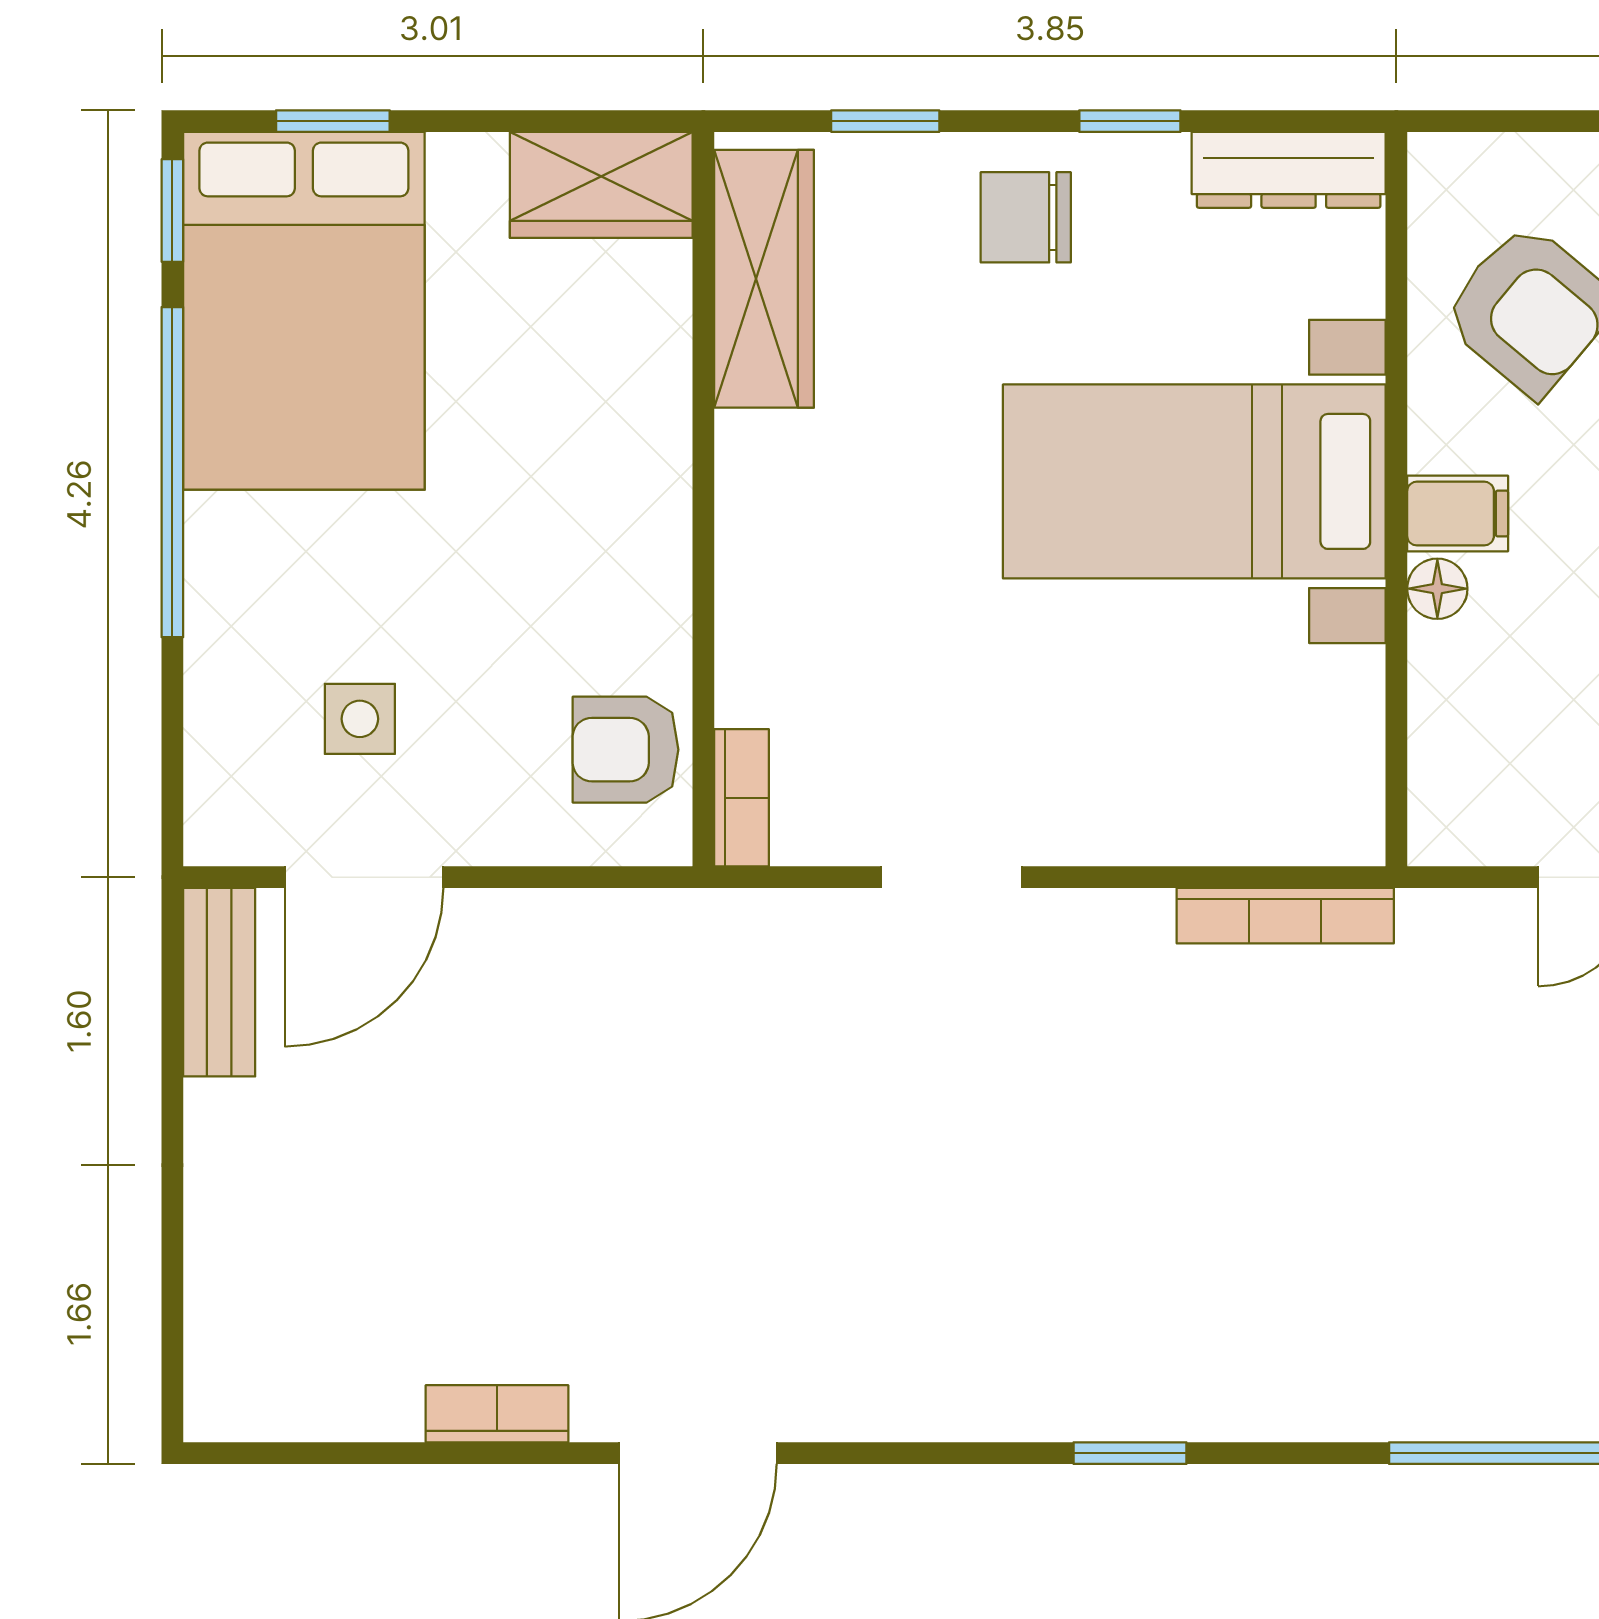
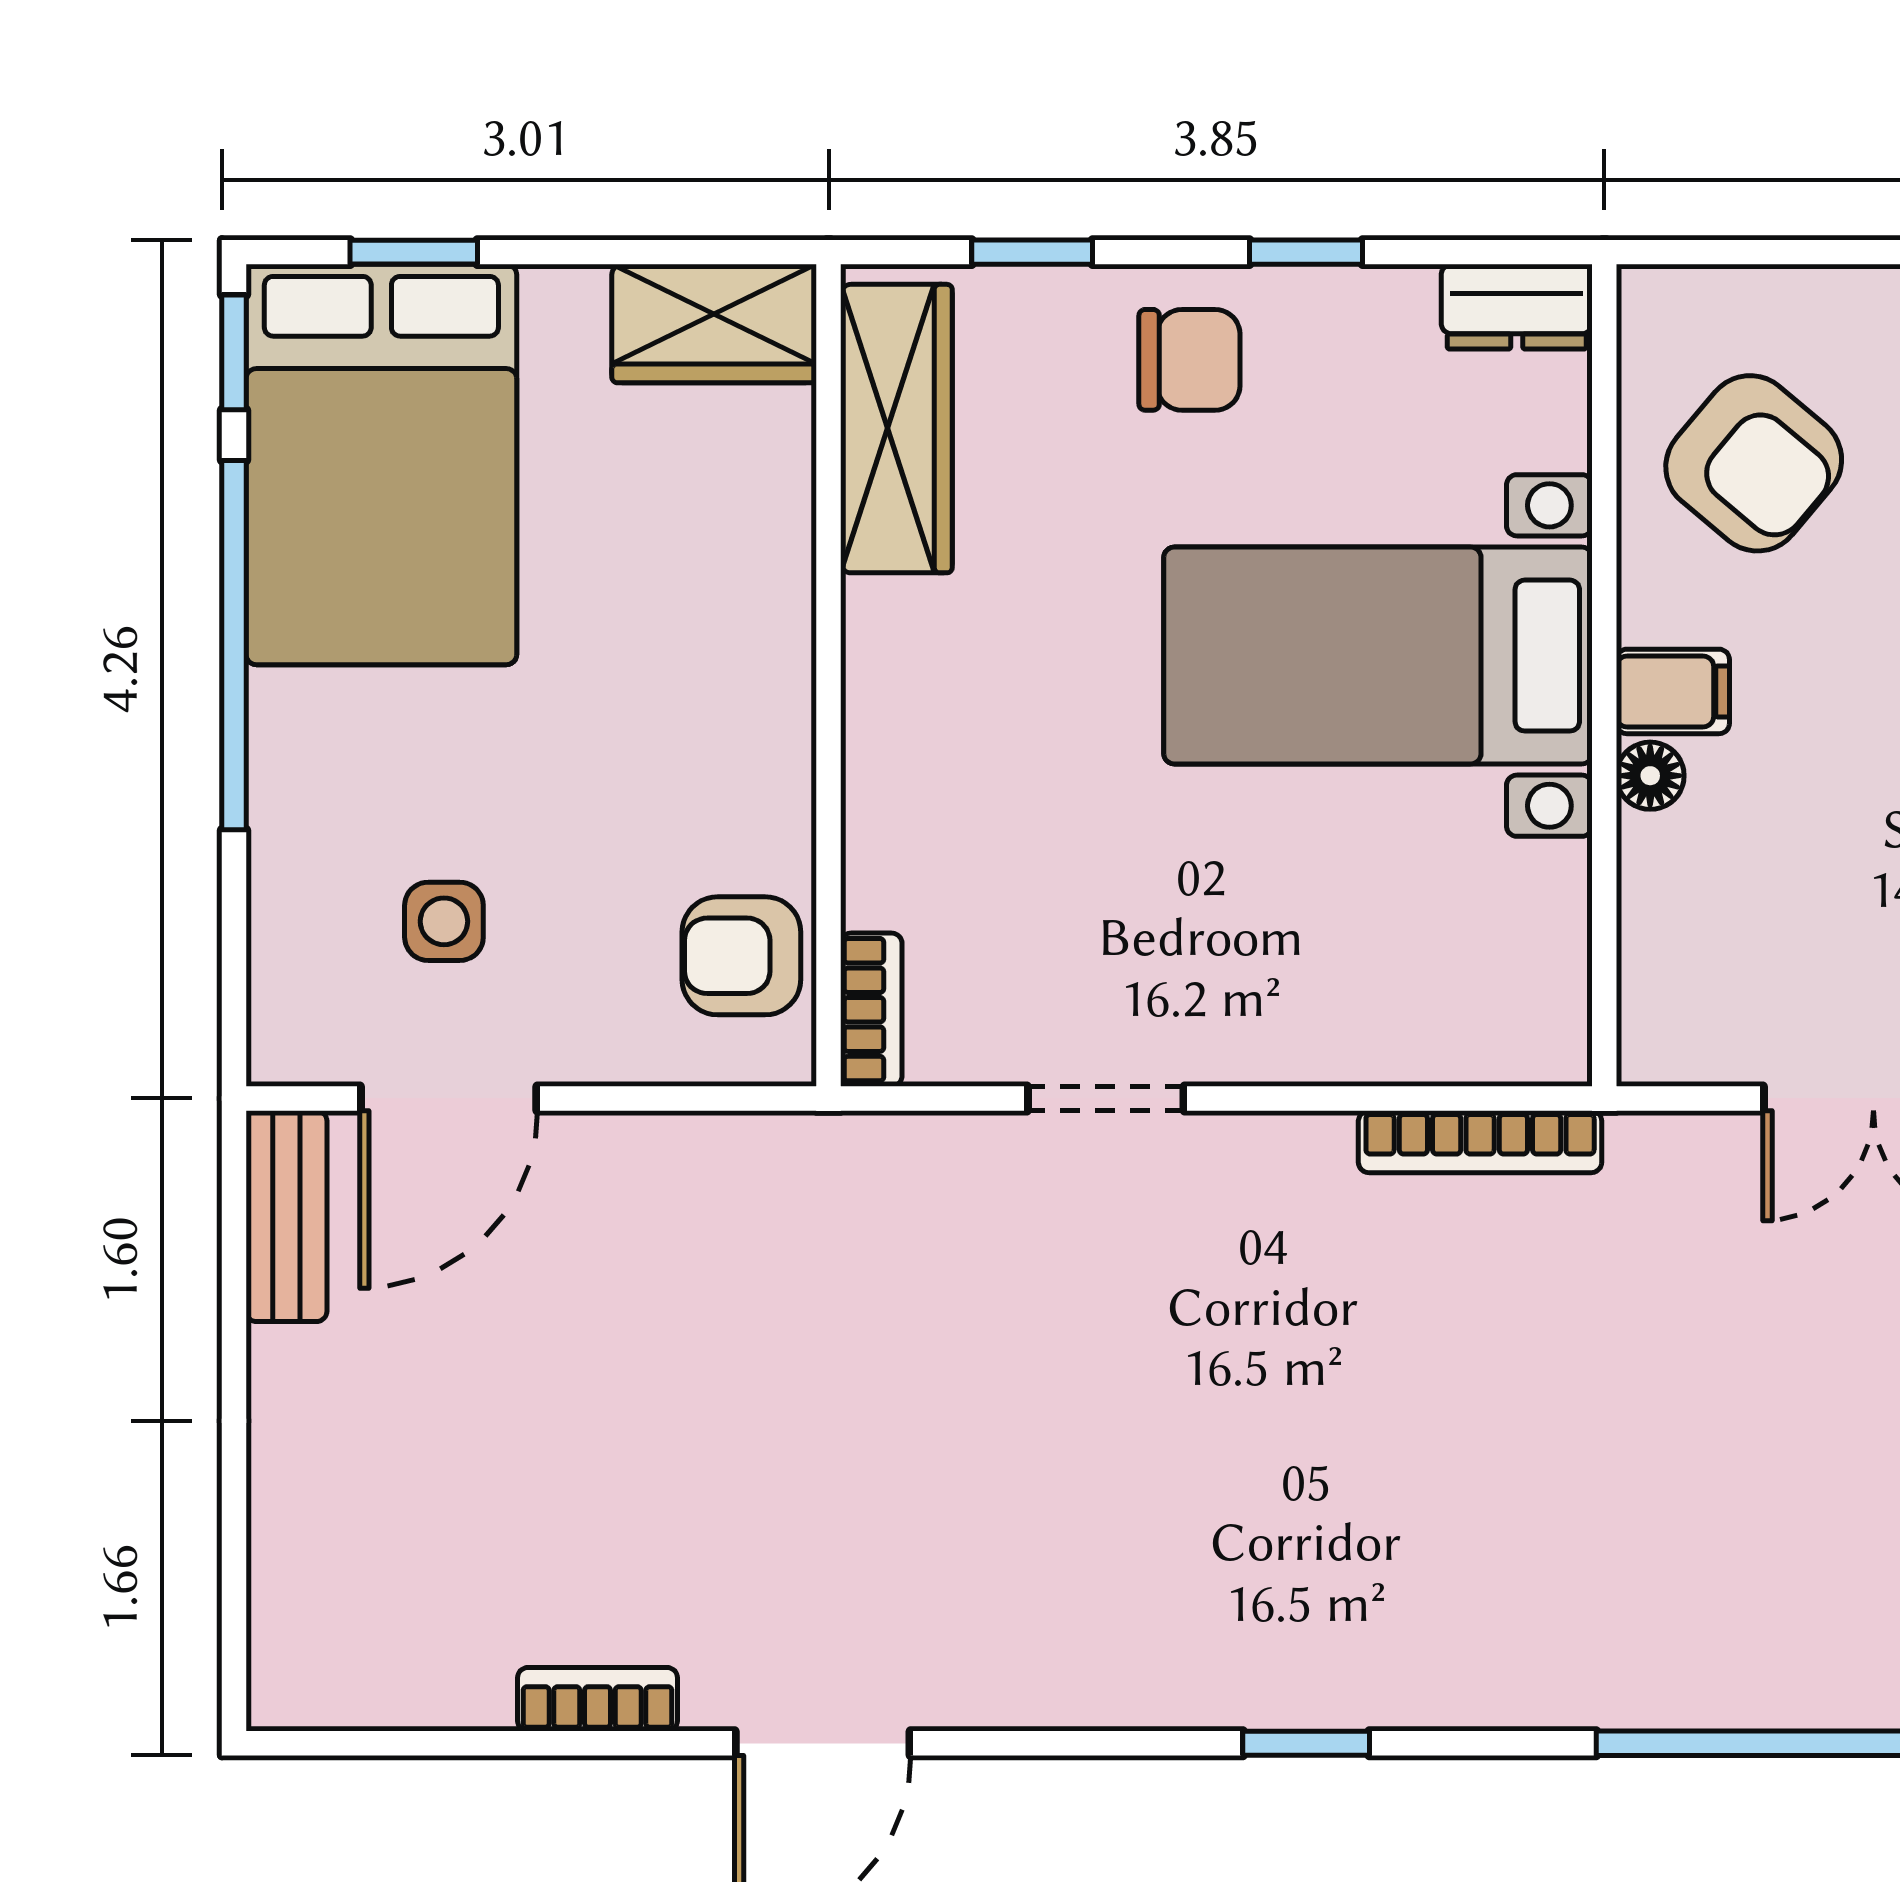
dresser: (1289, 170) -> (1517, 307), width x0.70
chair: (1026, 217) -> (1189, 360), turned 180

